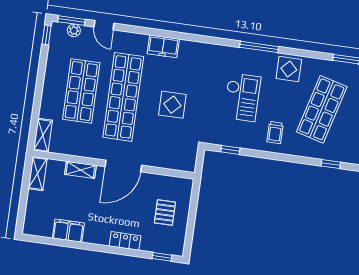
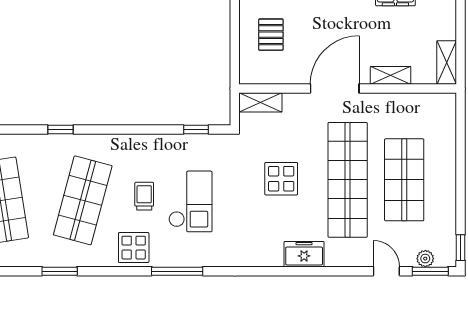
checkout: (242, 97) -> (190, 201), turned 180
trolley: (275, 133) -> (144, 196), moved
shelving: (43, 135) -> (260, 102), moved, turned 90

